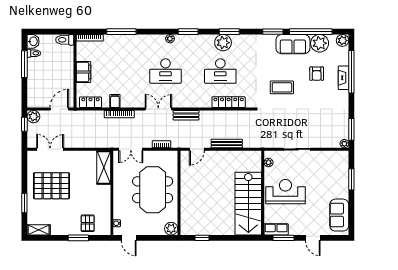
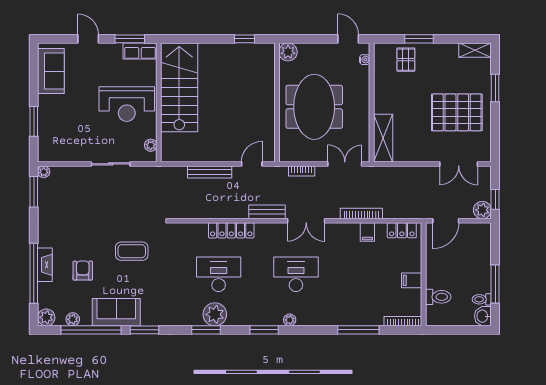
toilet: (65, 40) -> (438, 297), moved
plant: (320, 43) -> (73, 319), width x0.53, depth x0.53
filing cabinet: (83, 72) -> (412, 280), width x0.50
locker: (229, 102) -> (231, 230), moved

